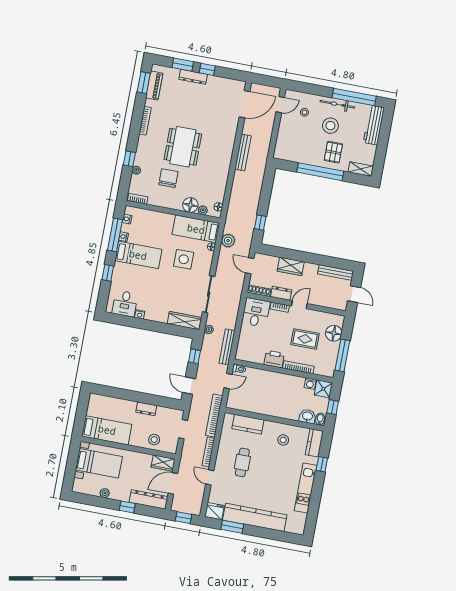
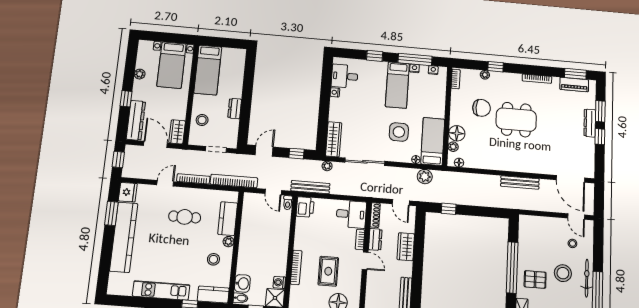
door: (250, 266) -> (401, 202), swing flipped
printer: (274, 359) -> (305, 207), moved
plant: (269, 425) -> (228, 242), added

